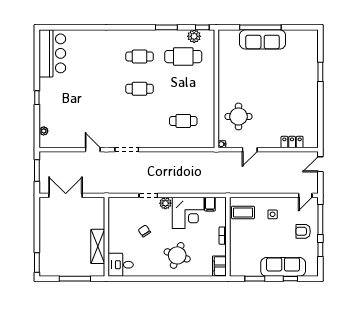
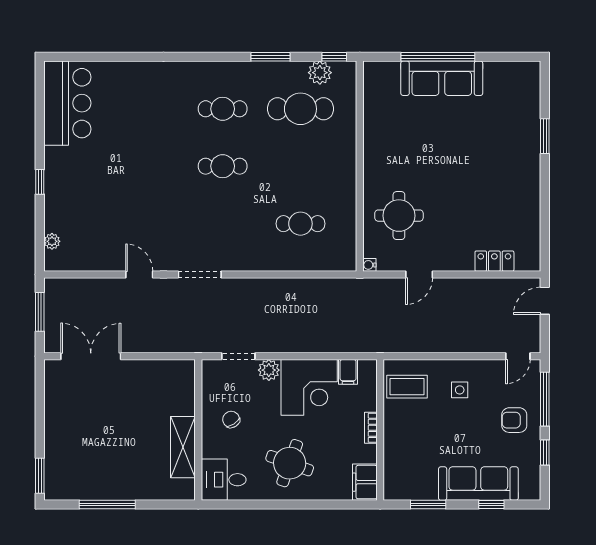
wall: (106, 237) -> (198, 430), moved
shelving: (98, 246) -> (183, 447), moved
desk: (121, 265) -> (224, 480), moved

